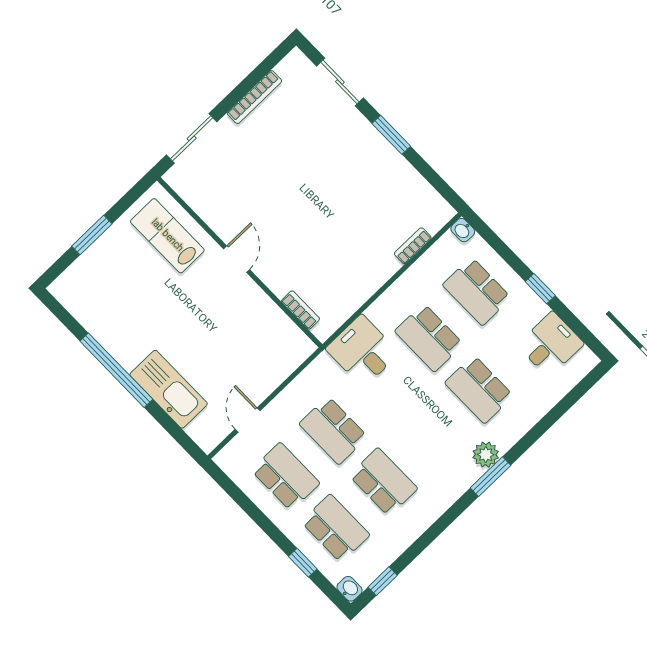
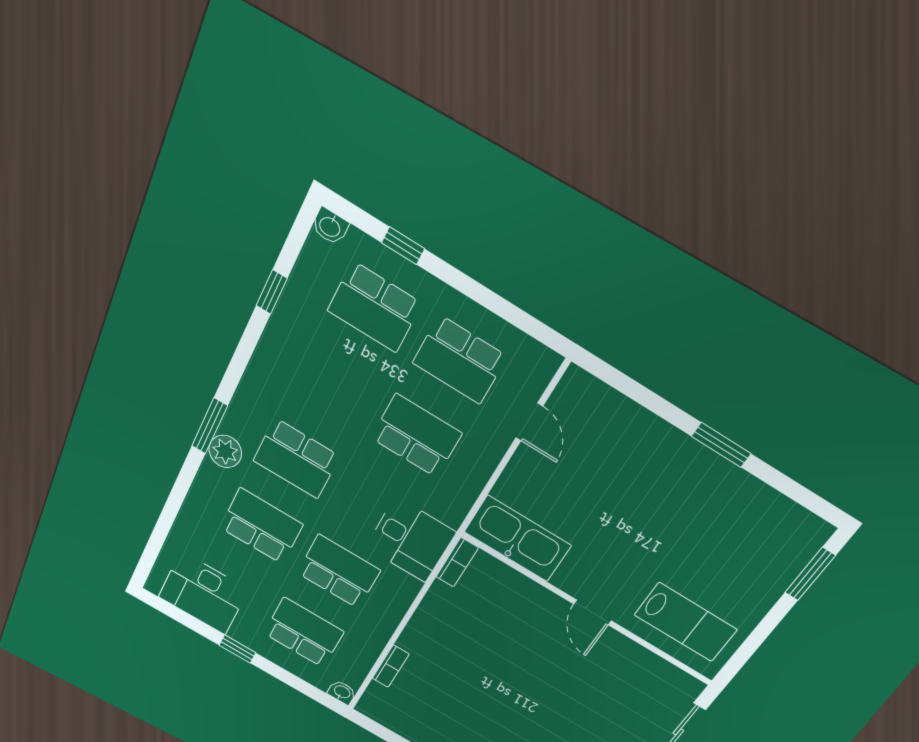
window: (92, 235) -> (810, 574), moved
bookcase: (300, 310) -> (457, 562), moved, turned -90
desk: (550, 344) -> (203, 593), width x1.37
window: (116, 370) -> (721, 445), width x0.47
kitchen sink: (169, 389) -> (518, 539), moved, turned 180
school desk: (383, 482) -> (296, 458), moved
window: (383, 581) -> (272, 292), moved

